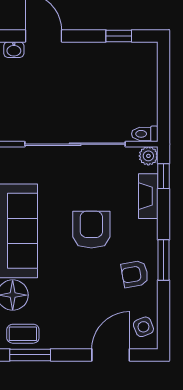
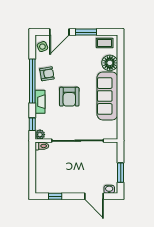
fireplace: (148, 196) -> (40, 102), moved
window: (163, 260) -> (32, 81), width x2.11
window: (30, 355) -> (86, 32), moved

